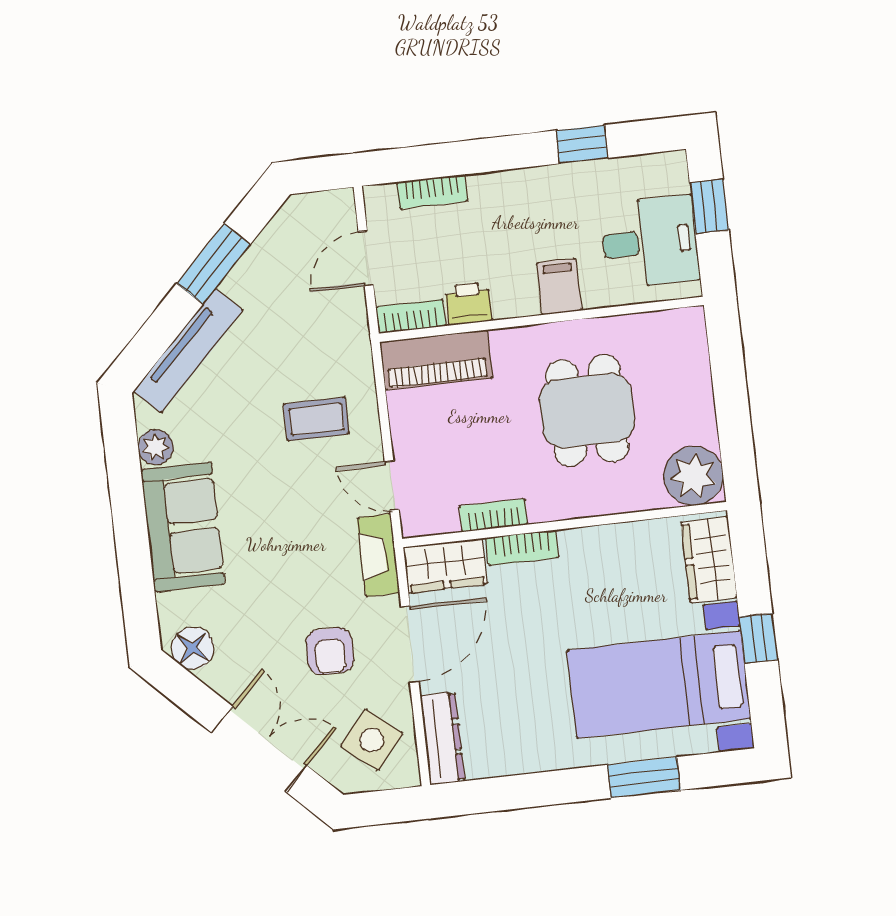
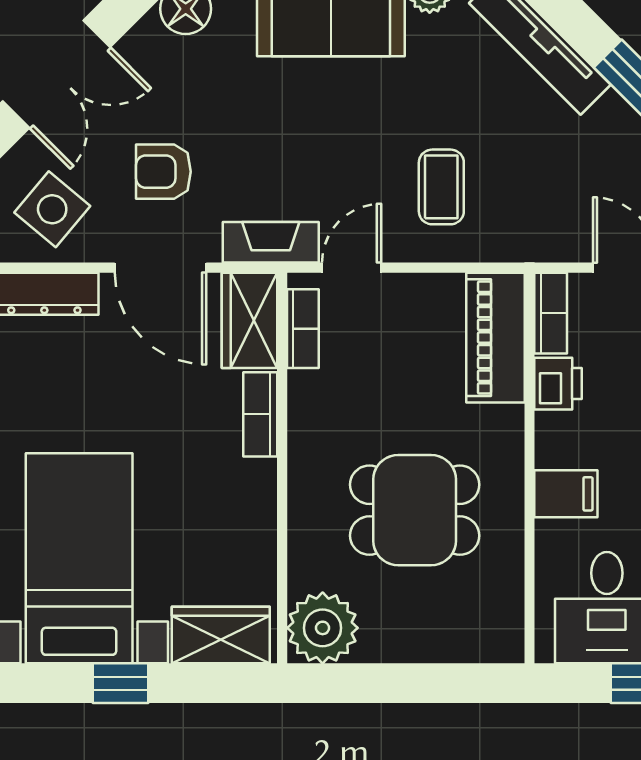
bookcase: (494, 515) -> (303, 329), moved

